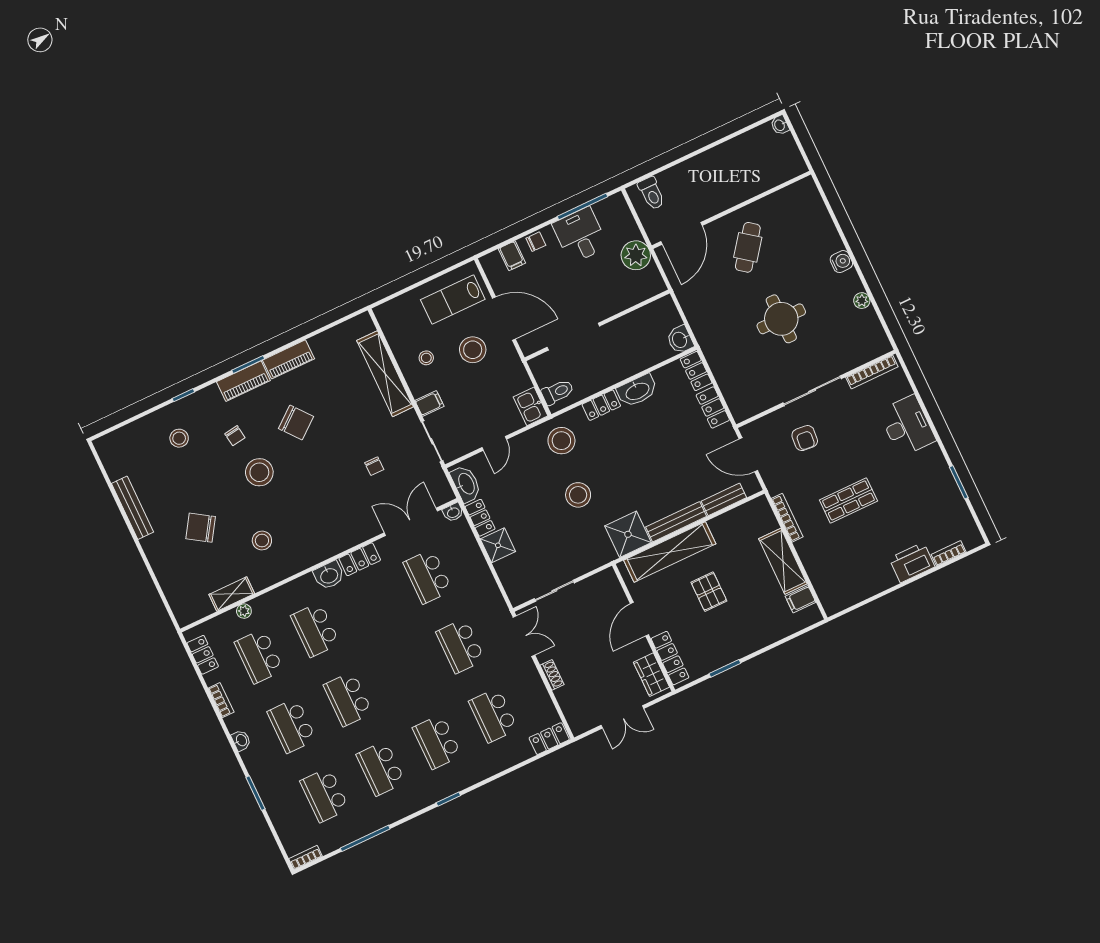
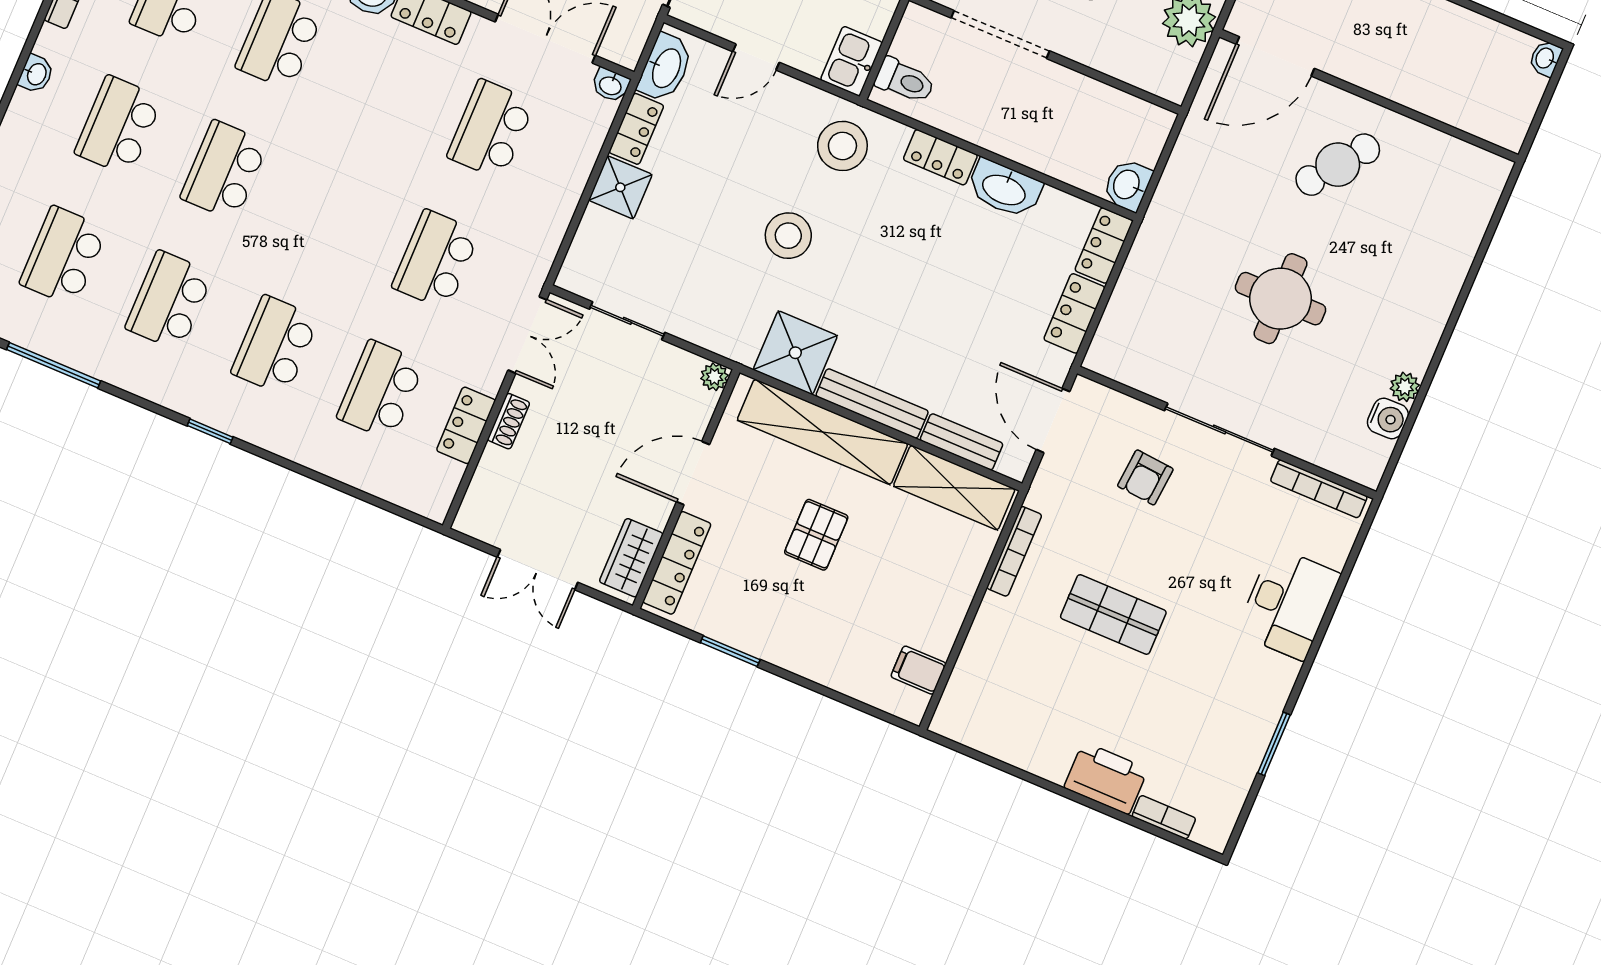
water cooler: (841, 262) -> (1388, 418), moved
shelving: (783, 561) -> (954, 488), moved, turned 90
plant: (608, 576) -> (715, 377), added
locker: (549, 739) -> (466, 425), moved, turned -90

